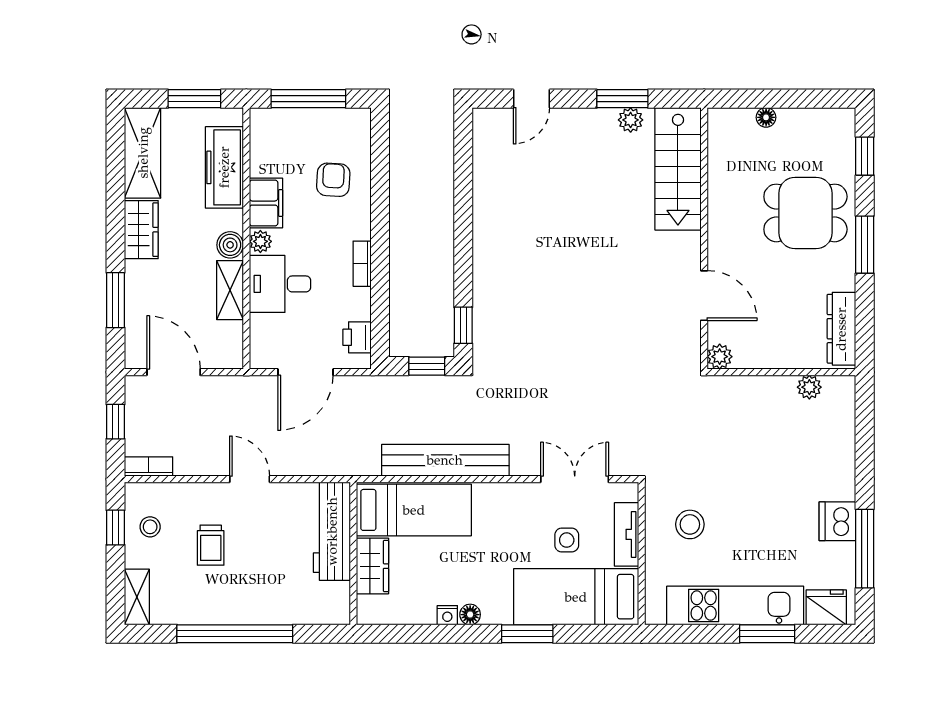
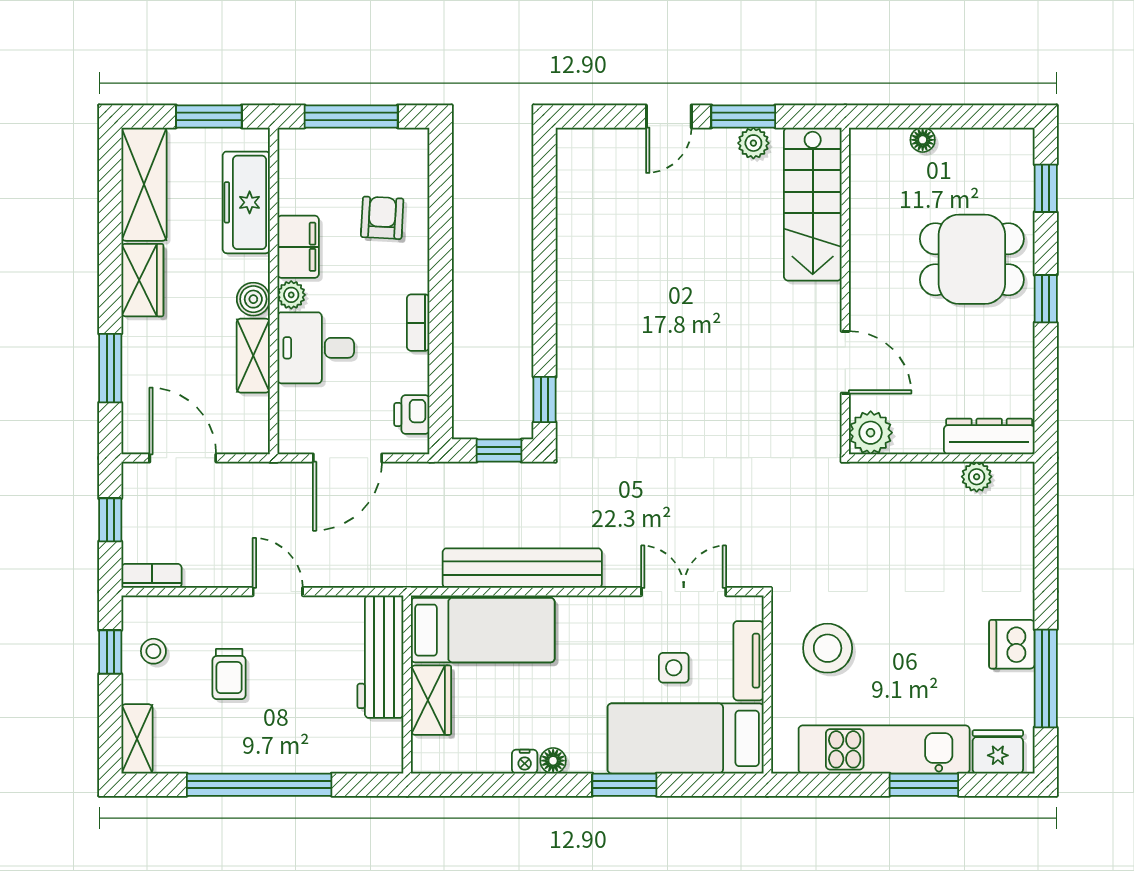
door: (531, 99) -> (669, 116), moved
window: (865, 245) -> (1046, 299), width x0.67
dresser: (841, 329) -> (989, 437), moved, turned 90
plant: (720, 357) -> (871, 433), width x1.38, depth x1.38
stool: (690, 524) -> (828, 648), width x1.38, depth x1.38

